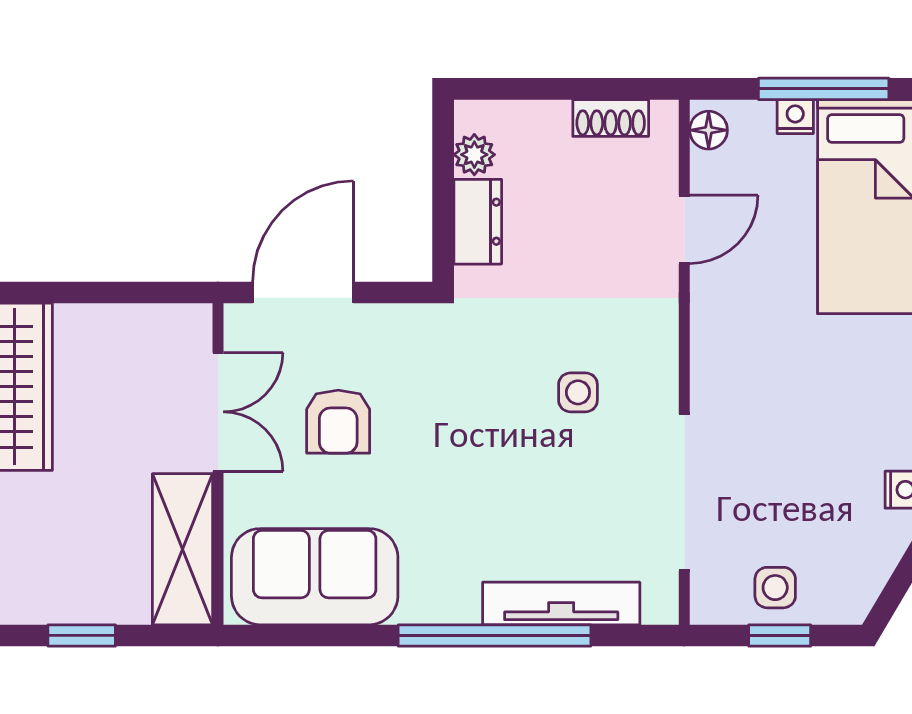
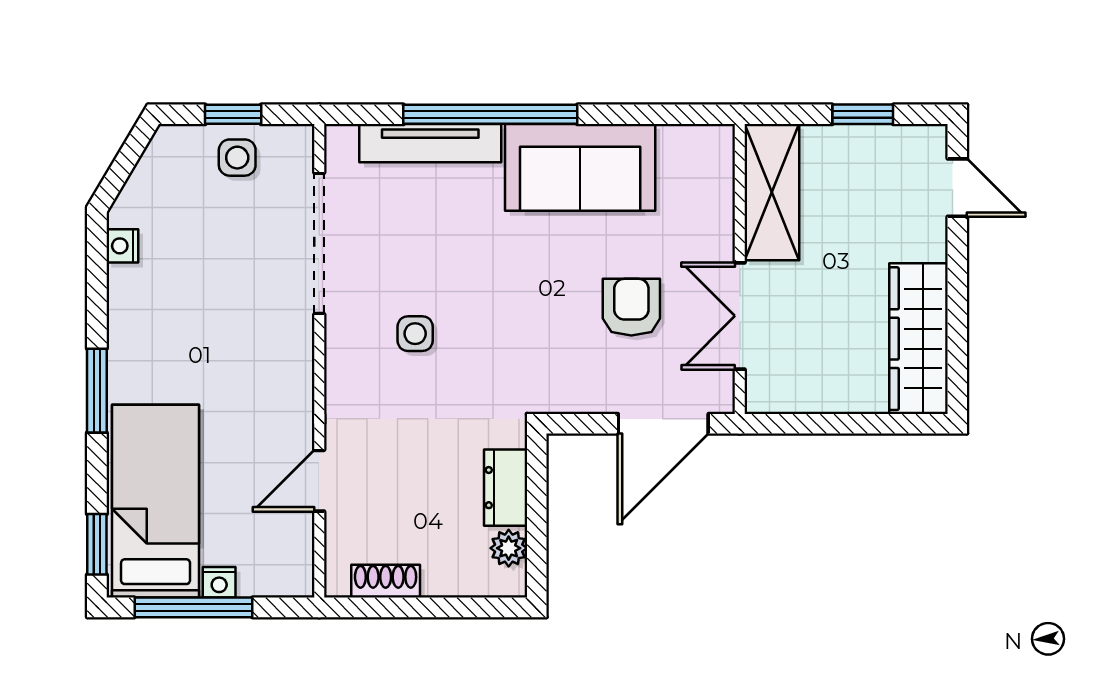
floor lamp: (709, 130) -> (297, 570), removed
sofa: (315, 577) -> (580, 167), moved

